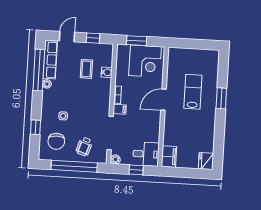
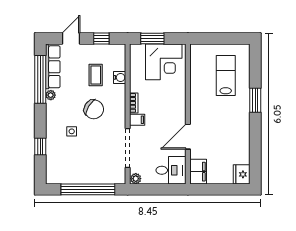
lab bench: (193, 92) -> (226, 75), moved
door: (163, 100) -> (188, 137), moved
chair: (56, 141) -> (94, 109), moved, turned -58
wheelchair: (84, 147) -> (98, 166), removed
window: (136, 170) -> (161, 189), removed

